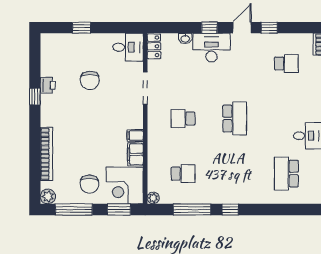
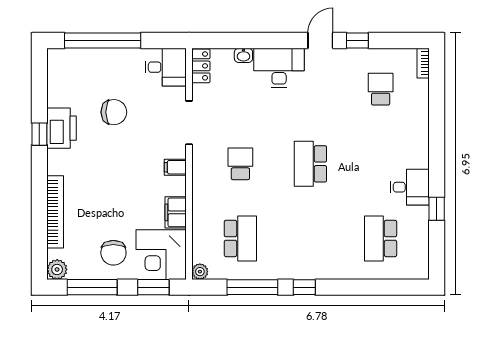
window: (81, 28) -> (103, 41), width x3.17
window: (209, 28) -> (276, 41), removed
school desk: (286, 64) -> (381, 89), turned -90
chair: (90, 80) -> (114, 112), turned -90
printer: (48, 85) -> (61, 128), width x1.87, depth x1.48
school desk: (183, 119) -> (240, 164), turned 90
school desk: (235, 119) -> (310, 164), turned 180
filing cabinet: (135, 136) -> (175, 167), moved
school desk: (183, 174) -> (240, 238), width x1.85

